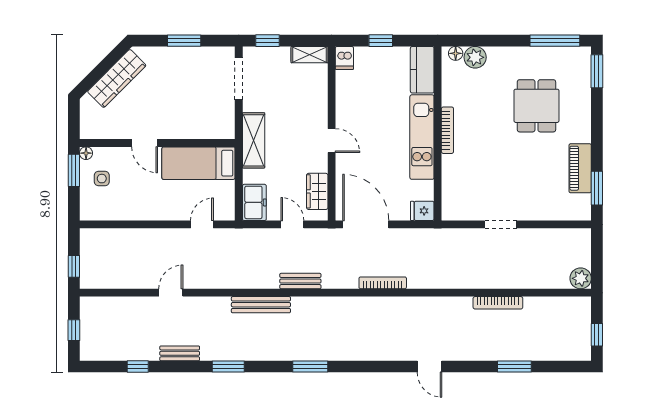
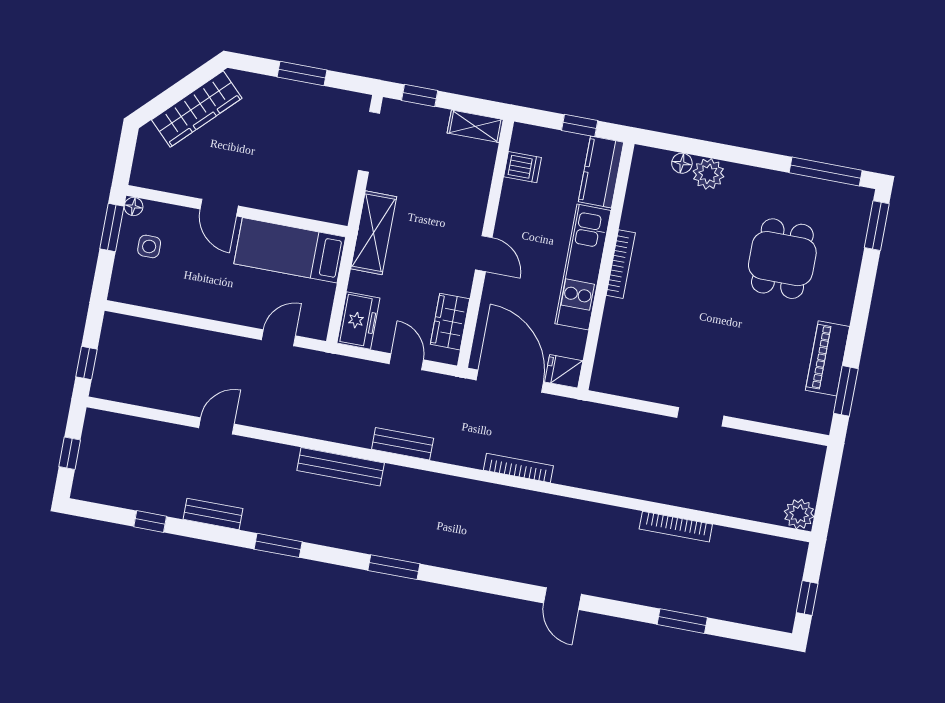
dishwasher: (344, 58) -> (522, 167), moved, turned -90
kitchen counter: (422, 70) -> (601, 172), moved
bookcase: (447, 130) -> (621, 264), moved
wall: (438, 134) -> (606, 266), moved
kitchen unit: (422, 137) -> (583, 267), moved
fridge: (422, 211) -> (564, 371), moved

